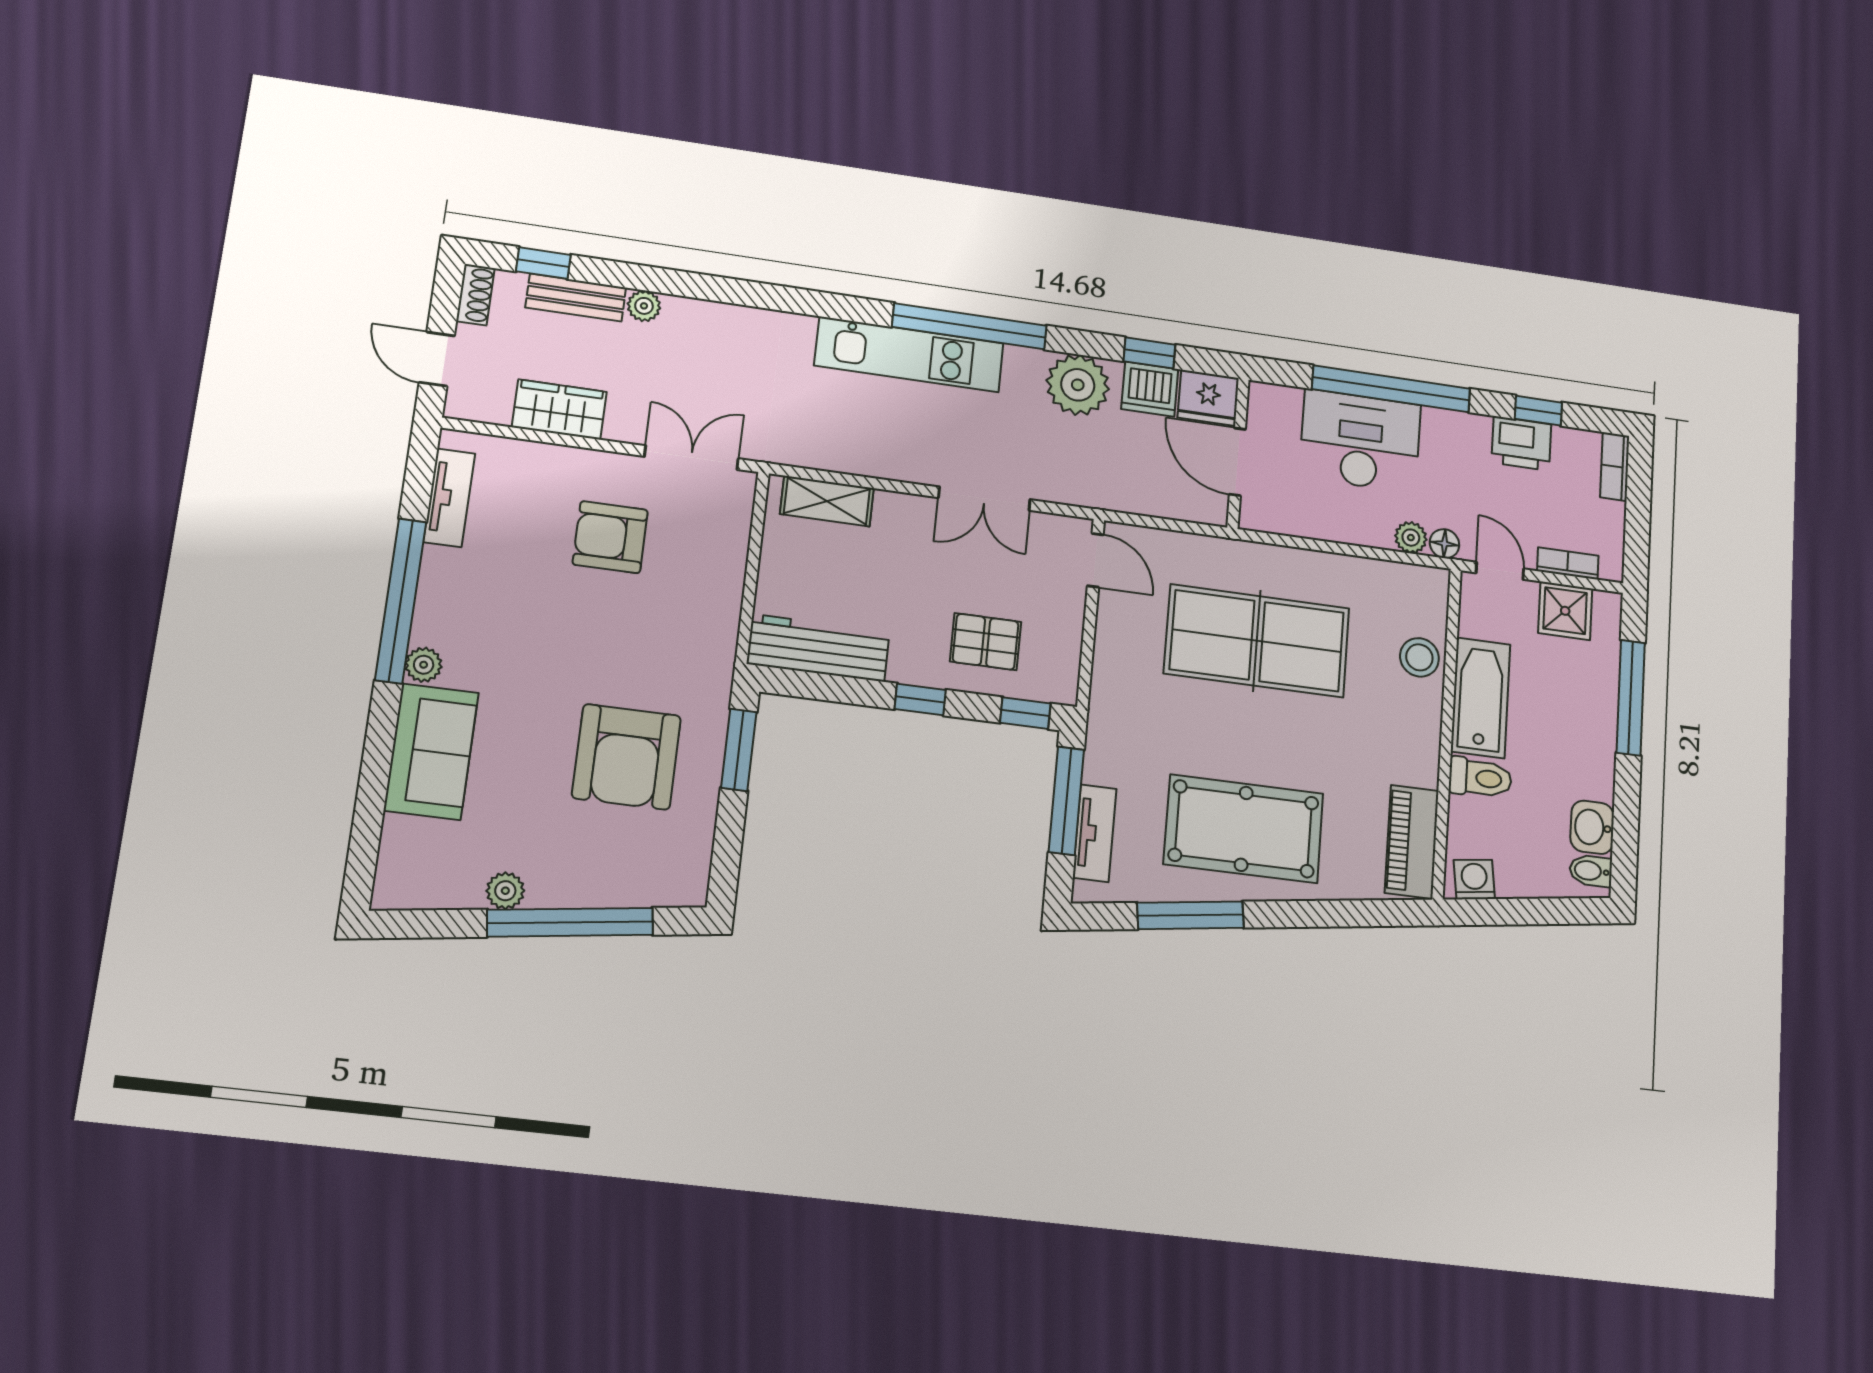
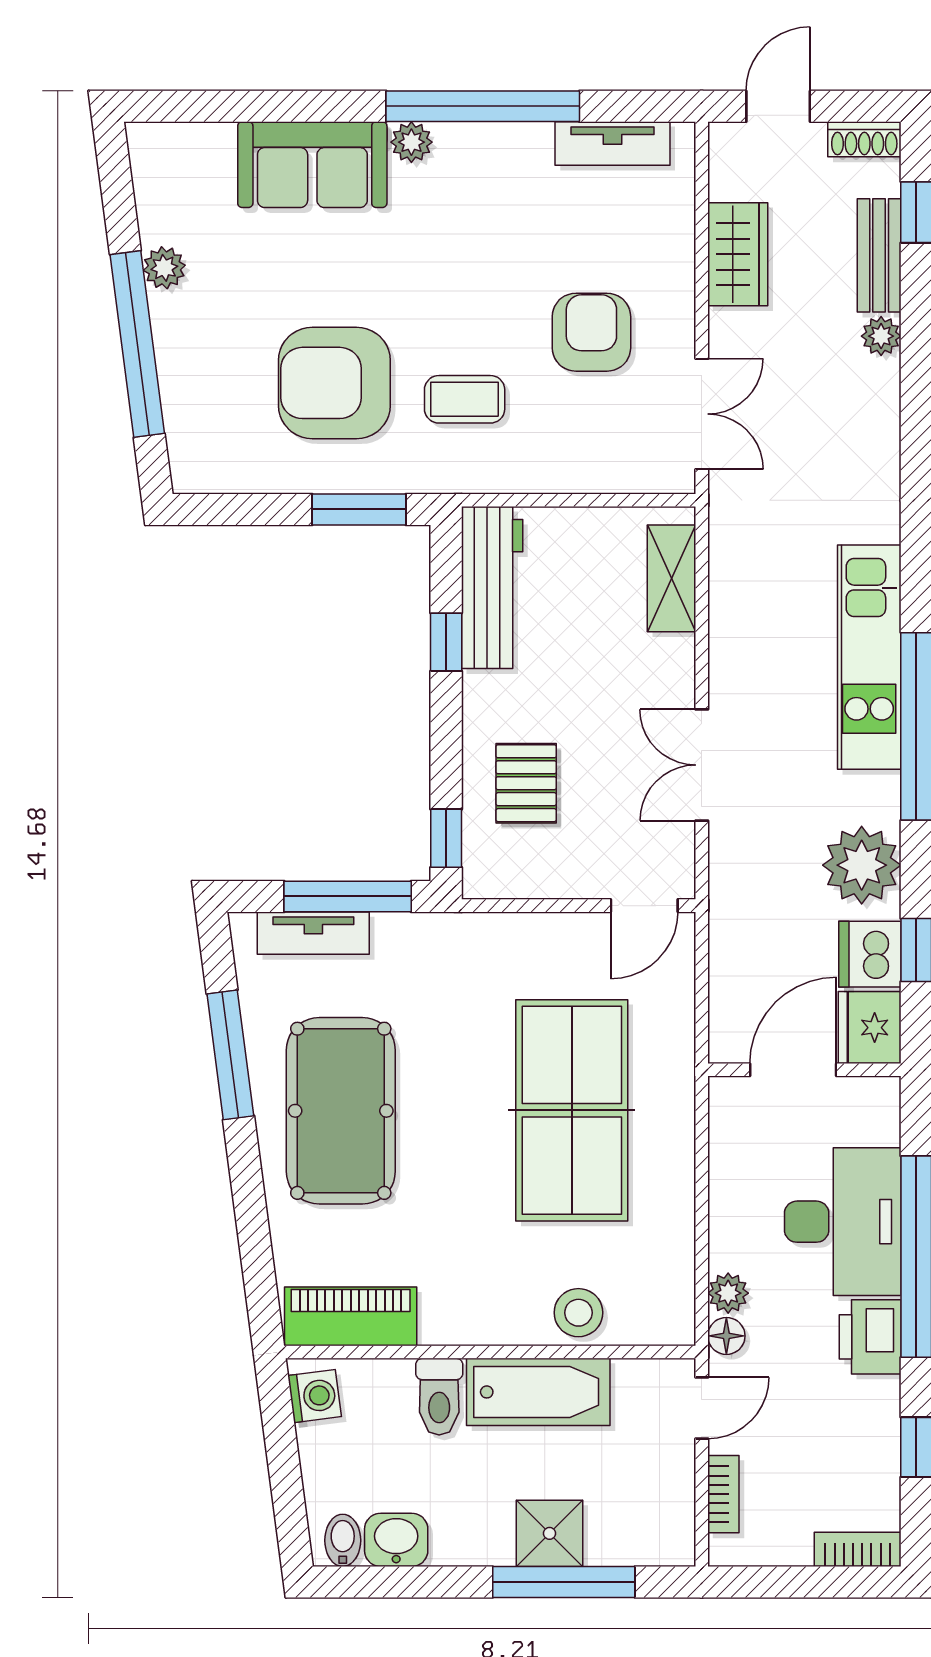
printer: (1521, 443) -> (870, 1337), moved
shower: (1565, 611) -> (549, 1533), moved
coffee table: (654, 649) -> (465, 399), added
window: (920, 699) -> (446, 642), moved

